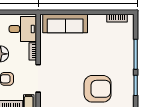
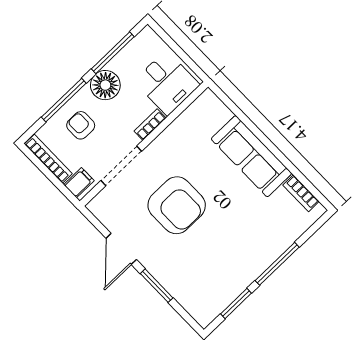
sofa: (65, 24) -> (251, 156), moved
armchair: (98, 89) -> (177, 205), moved

